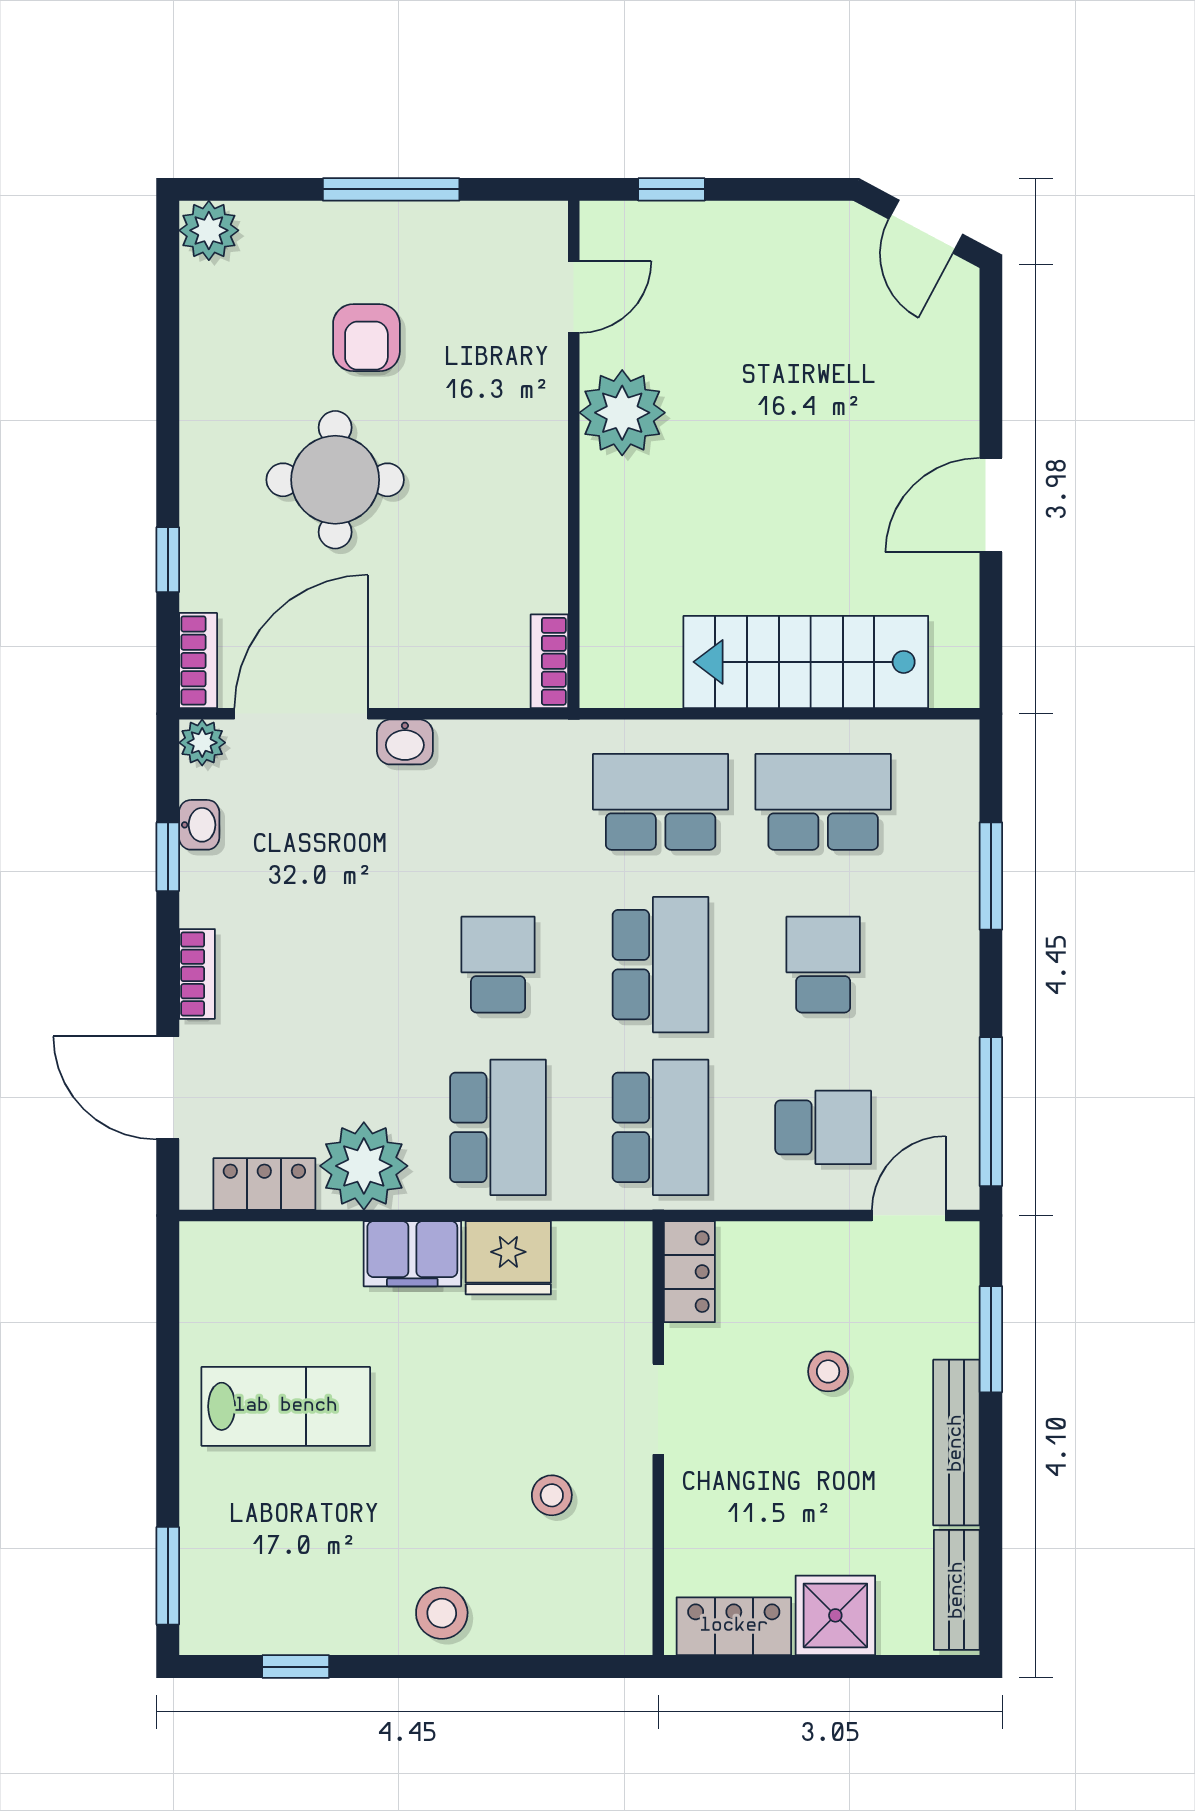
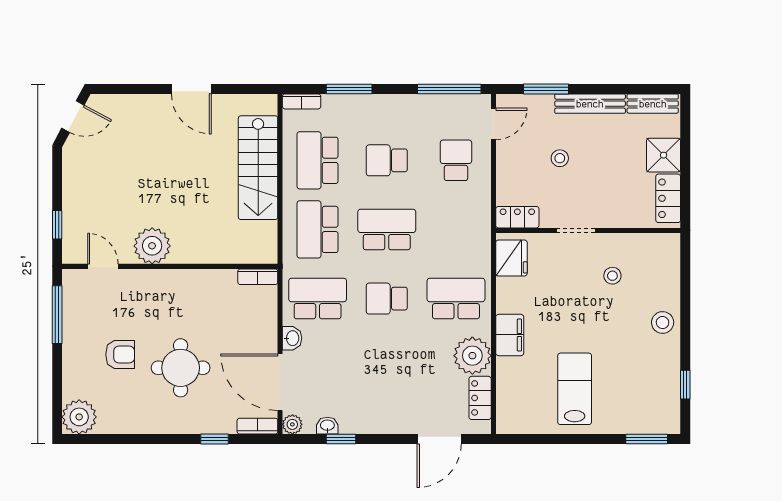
window: (391, 189) -> (57, 315), moved
plant: (209, 230) -> (79, 417), width x1.36, depth x1.36
bookcase: (197, 974) -> (302, 101), moved, turned 180
school desk: (661, 1127) -> (318, 299), moved
door: (909, 1215) -> (493, 124), swing flipped
fridge: (508, 1258) -> (511, 258), moved

